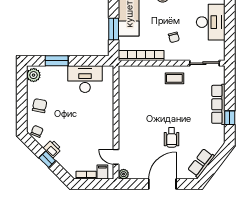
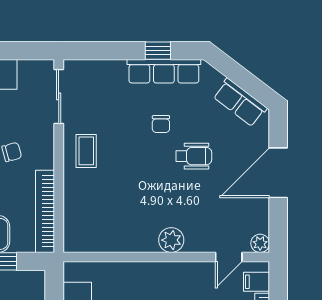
row of seats: (218, 104) -> (164, 71), moved
chair: (189, 120) -> (161, 124), added
plant: (125, 125) -> (171, 240), added
door: (162, 184) -> (278, 173), hinge flipped

